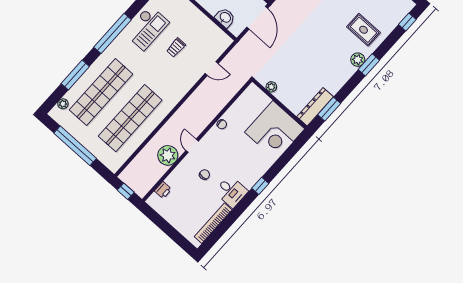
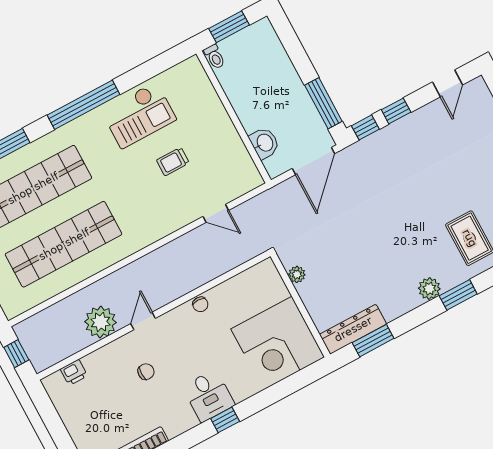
plant: (358, 60) -> (429, 289), moved
desk: (231, 191) -> (209, 396), moved

